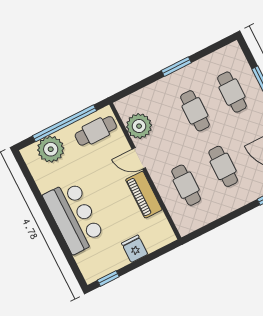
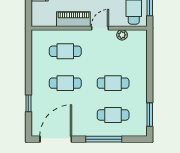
window: (176, 67) -> (150, 115), moved
plant: (139, 126) -> (122, 35), width x0.53, depth x0.53

